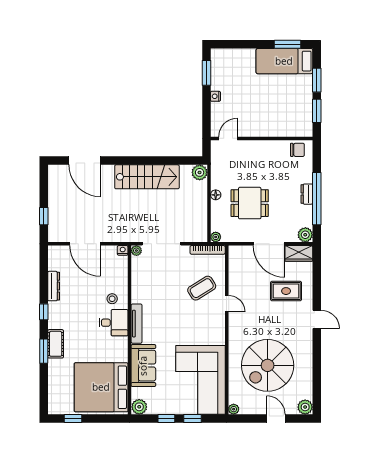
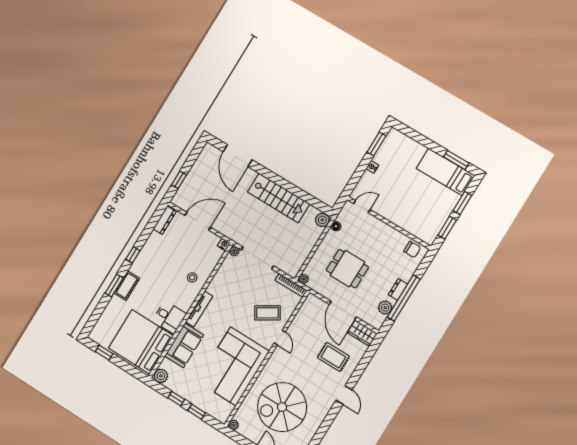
floor lamp: (216, 195) -> (336, 226), moved
plant: (305, 235) -> (385, 308), moved
door: (85, 244) -> (198, 221), swing flipped
dresser: (54, 286) -> (165, 220), moved
desk: (114, 323) -> (169, 317), moved
corner sofa: (200, 380) -> (233, 366), moved

